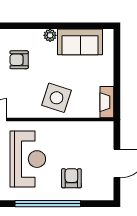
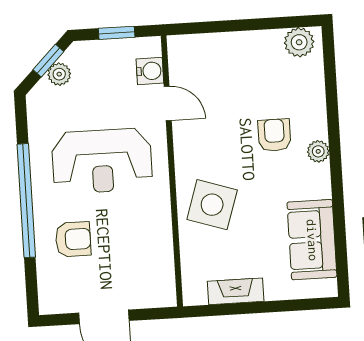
plant: (50, 35) -> (318, 151), moved
fireplace: (107, 102) -> (236, 291), moved

